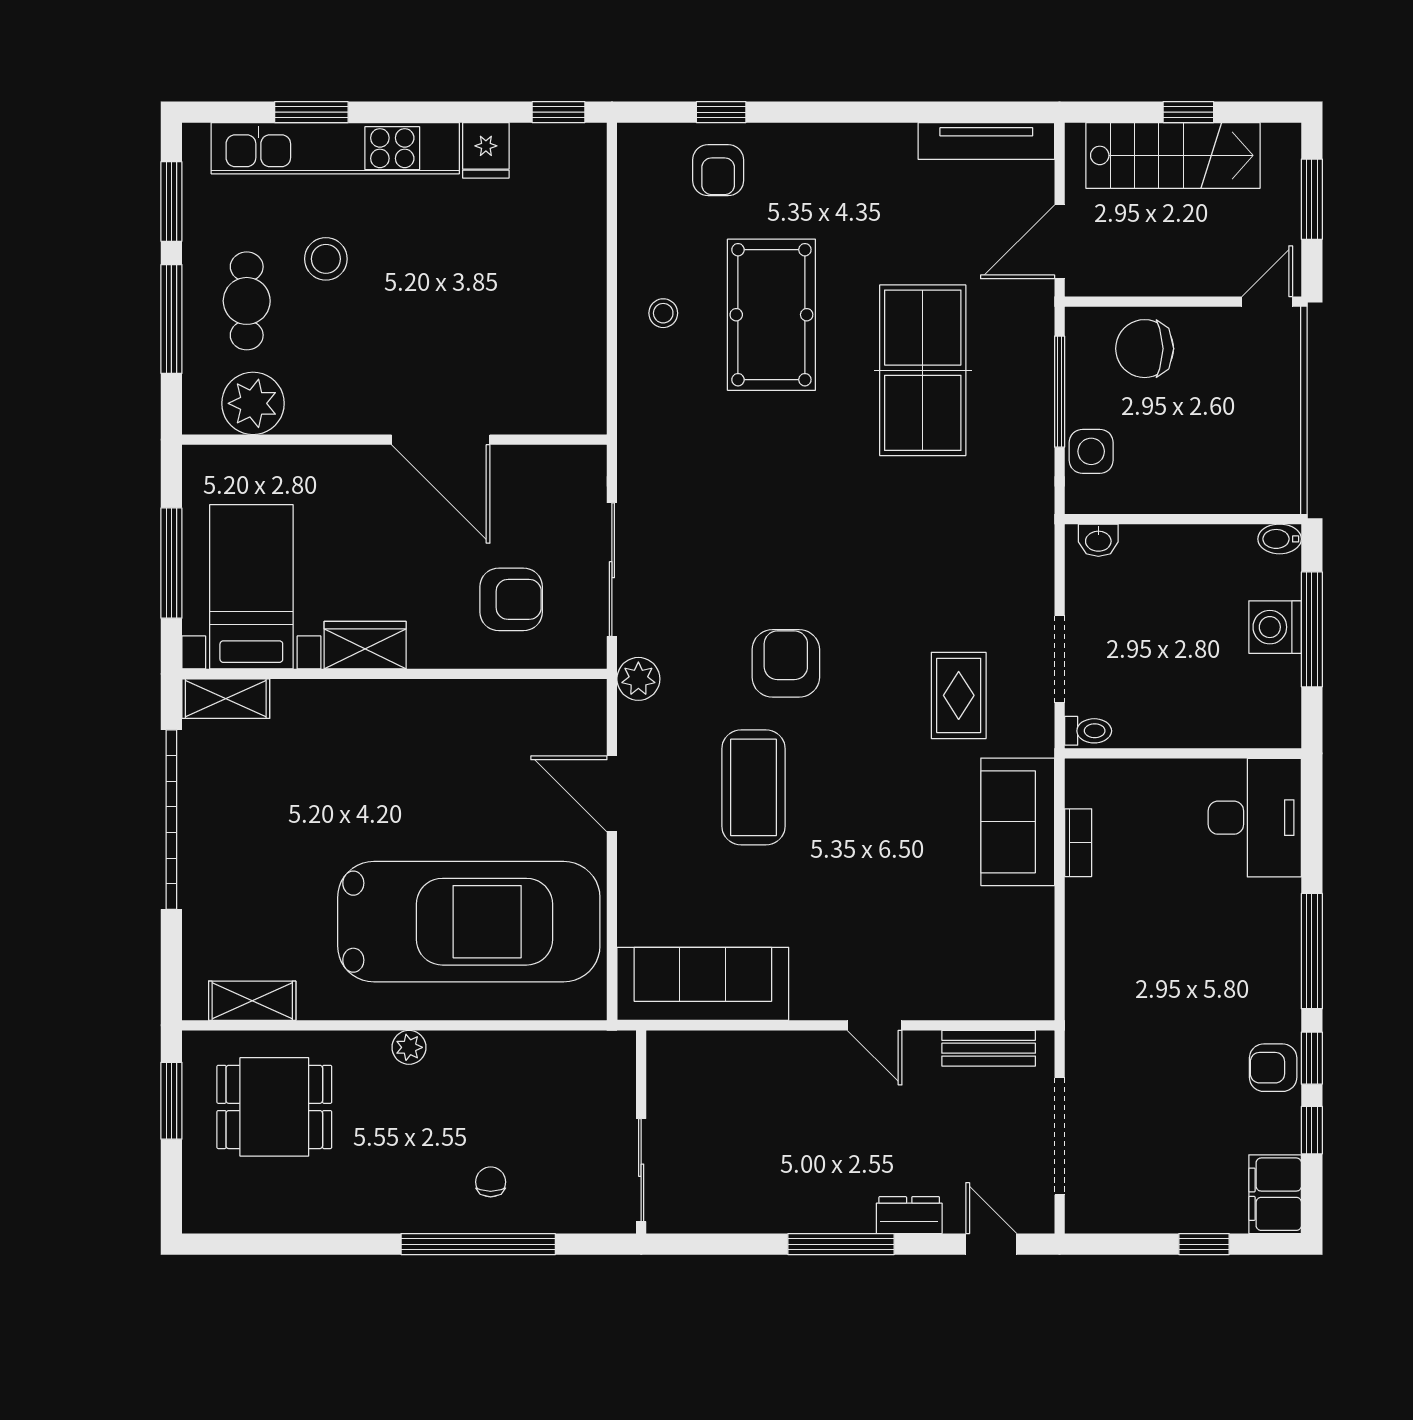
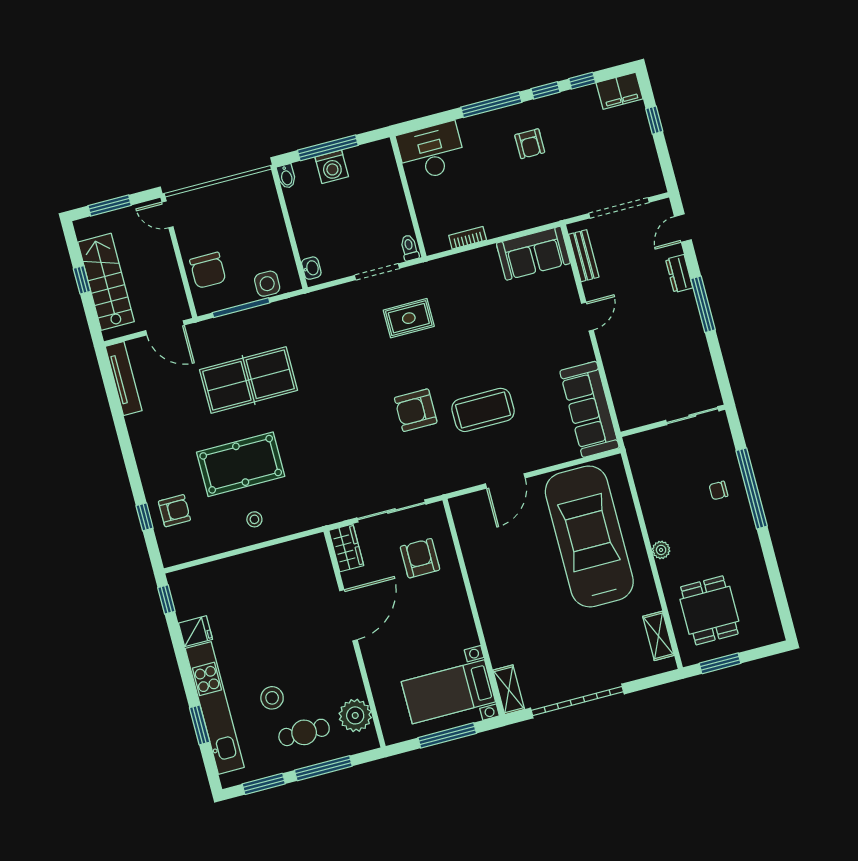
wardrobe: (365, 645) -> (346, 548), moved, turned 180
plant: (638, 679) -> (443, 483), removed
sofa: (1018, 822) -> (533, 253), moved
armchair: (1273, 1068) -> (530, 144), moved

